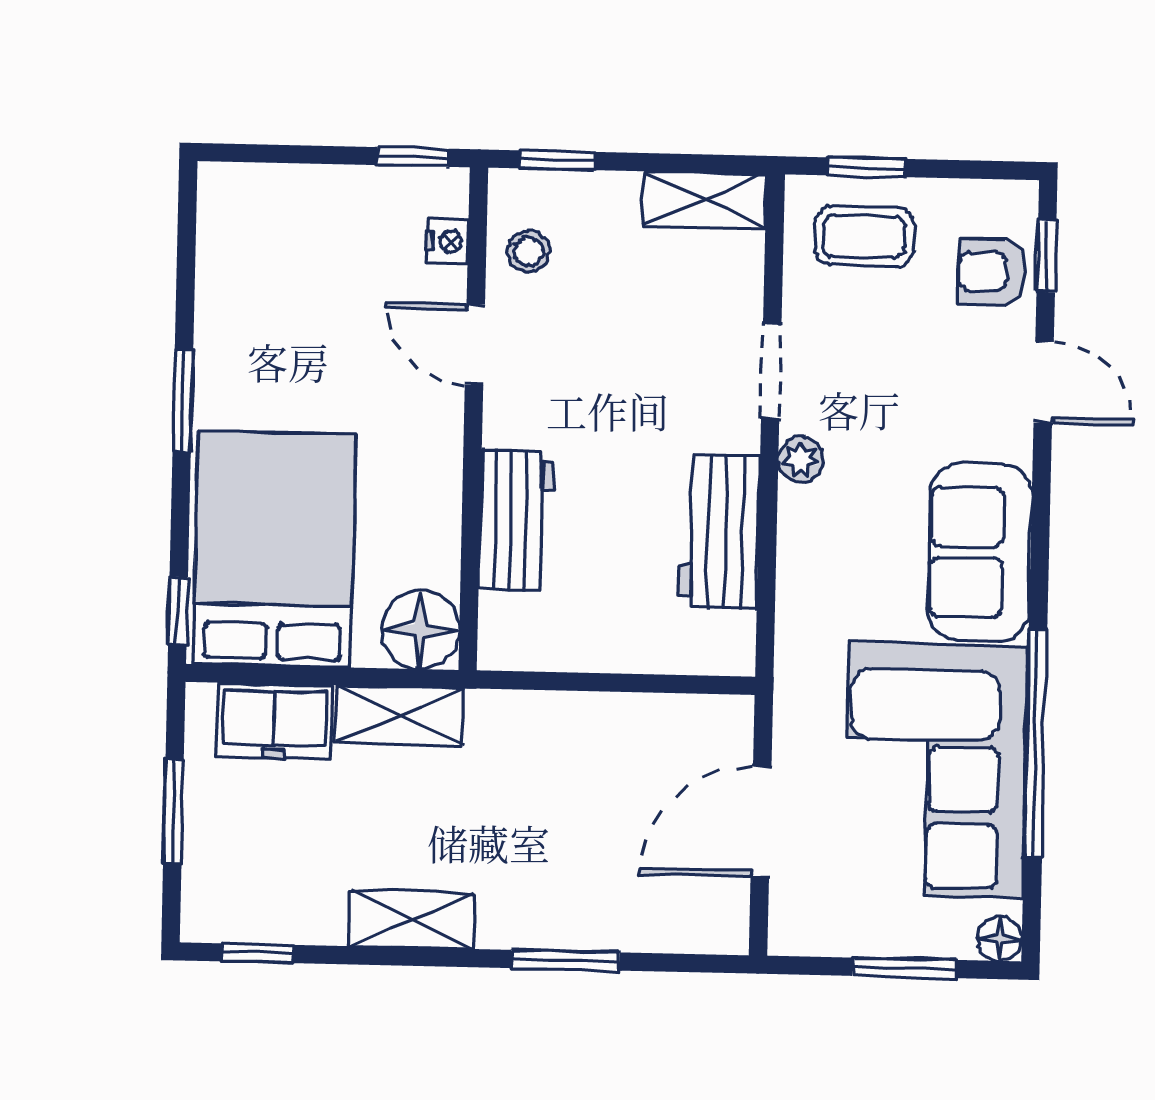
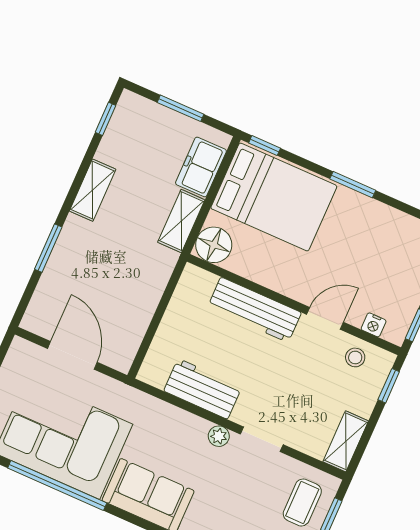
workbench: (516, 520) -> (254, 310), width x1.38

